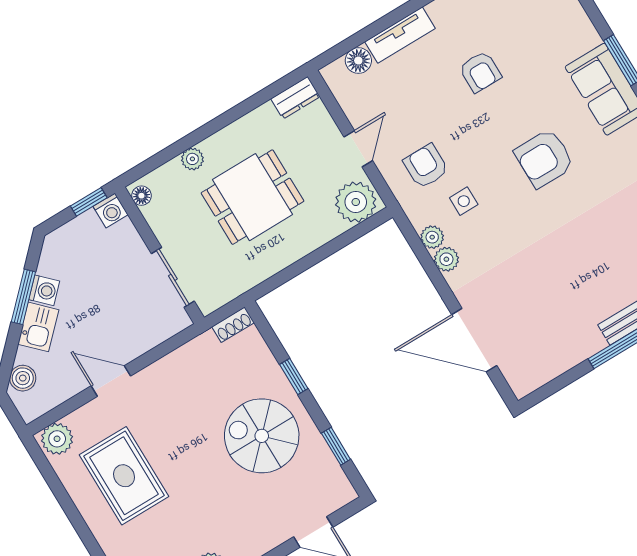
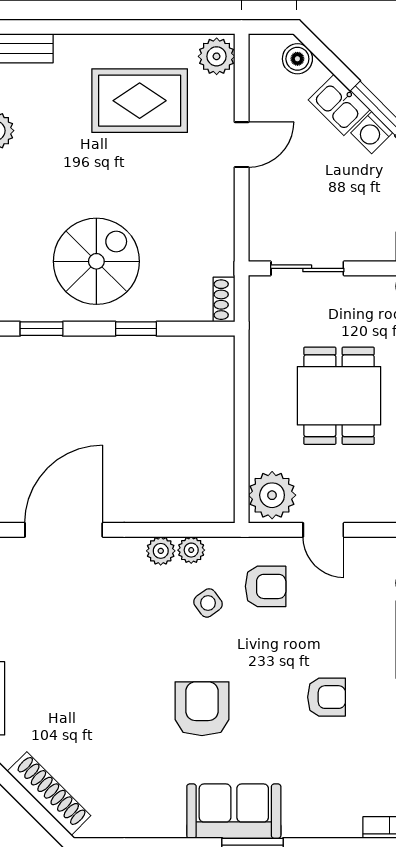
armchair: (480, 72) -> (327, 697), turned 180
side table: (464, 201) -> (208, 603), turned -36

